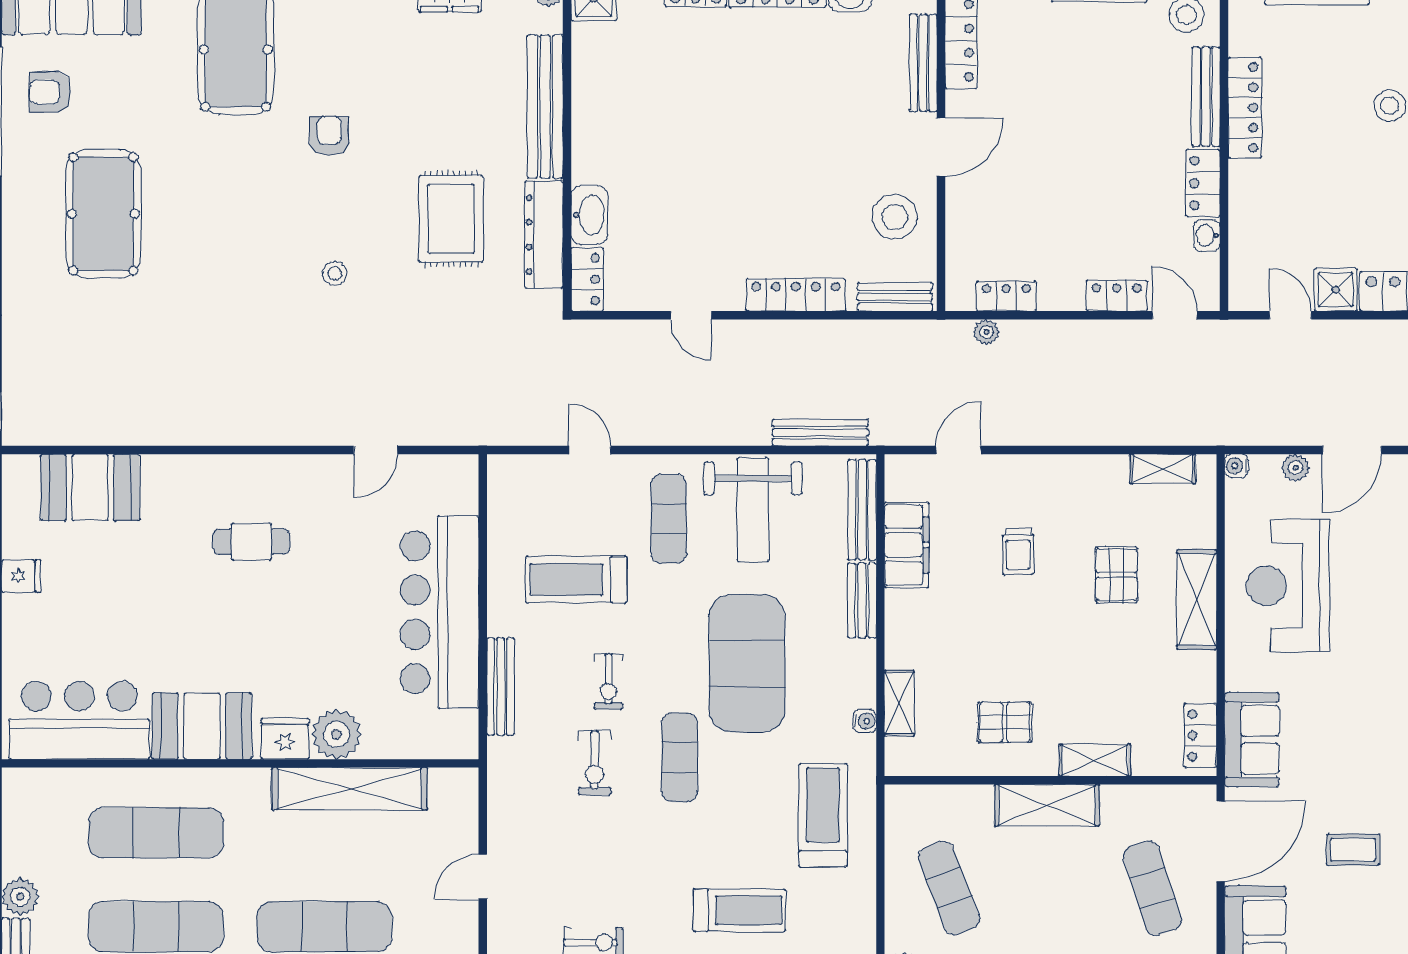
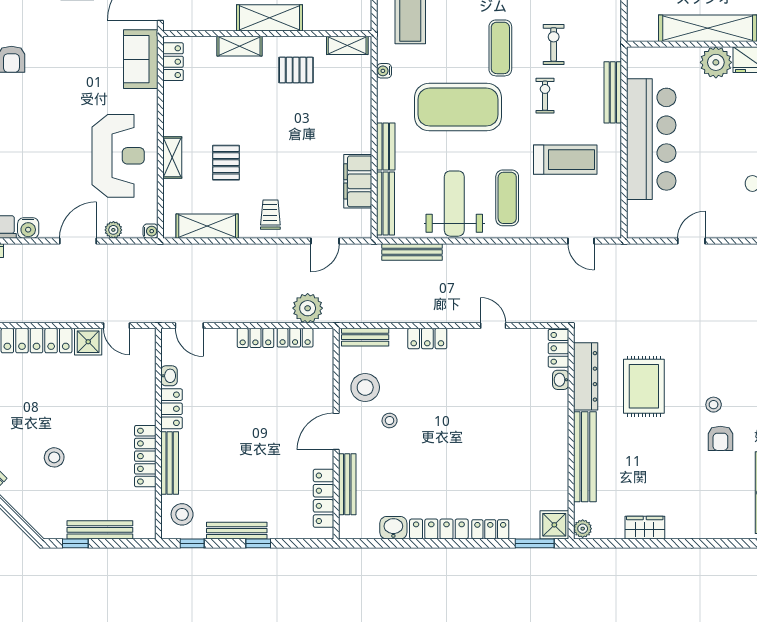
stool: (856, 164) -> (390, 420), added
washbasin: (589, 215) -> (561, 380), width x0.52, depth x0.69
stool: (335, 273) -> (714, 405), moved
locker: (796, 295) -> (427, 339), width x0.66
locker: (1117, 296) -> (255, 338), moved
plant: (986, 332) -> (308, 308), width x1.87, depth x1.87
door: (590, 450) -> (581, 241), moved
shelving: (1163, 469) -> (207, 226), width x1.50, depth x1.33
trolley: (1018, 551) -> (270, 215), moved
shelving: (1197, 600) -> (172, 157), width x0.67, depth x0.75
exercise mat: (747, 663) -> (458, 107), turned 90
shelving: (899, 703) -> (347, 45), moved, turned 90

